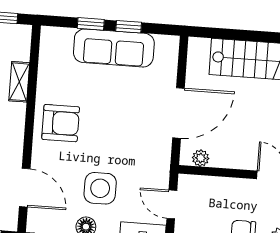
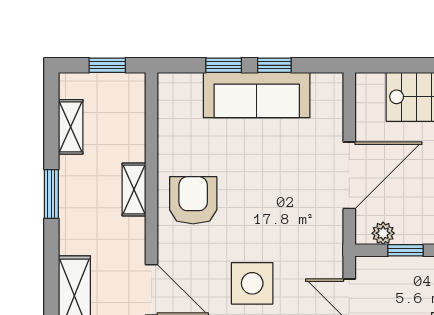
shelving: (19, 82) -> (134, 190), moved
armchair: (61, 123) -> (193, 200), turned -90
window: (216, 172) -> (405, 250), added

